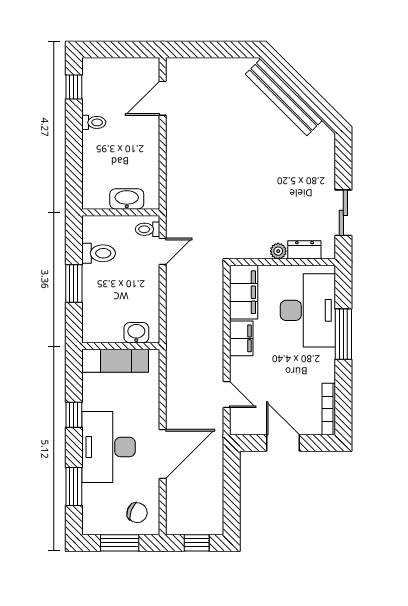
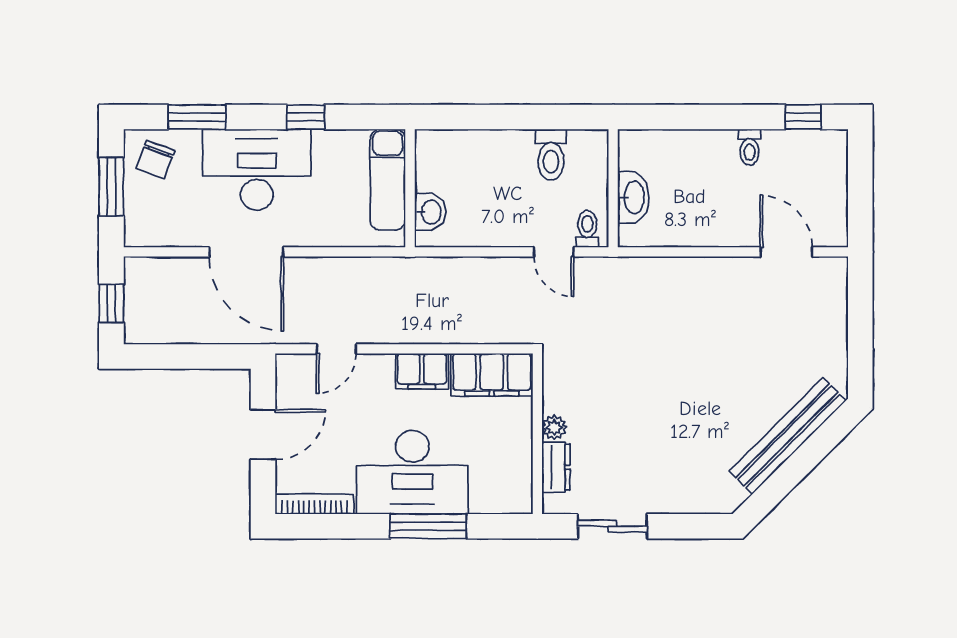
window: (74, 284) -> (505, 117), removed
desk: (308, 310) -> (412, 472), moved
chair: (137, 513) -> (155, 160), moved

